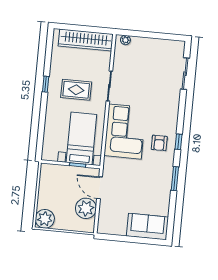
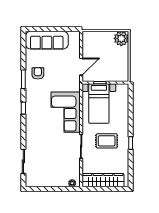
armchair: (159, 143) -> (38, 73), moved
door: (100, 188) -> (81, 67), hinge flipped
plant: (86, 208) -> (90, 50), removed
sofa: (147, 227) -> (47, 40), width x1.36

